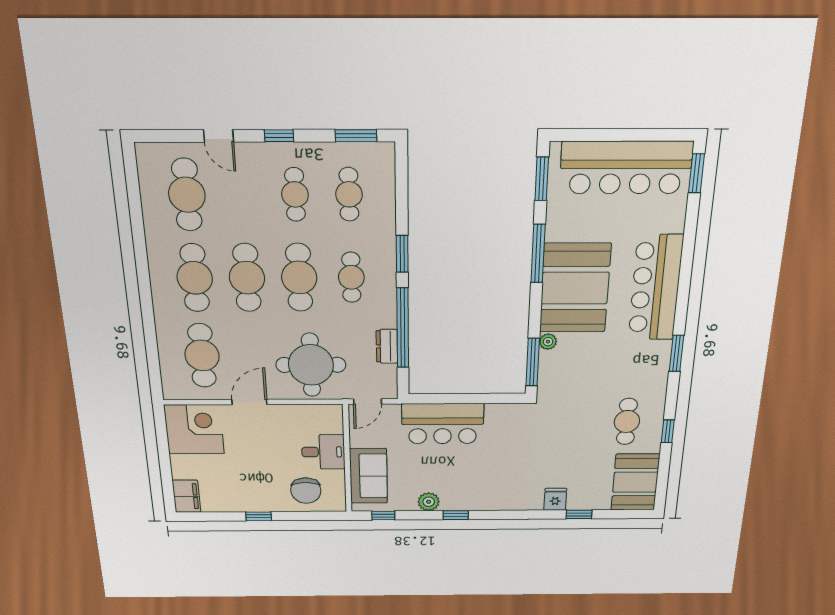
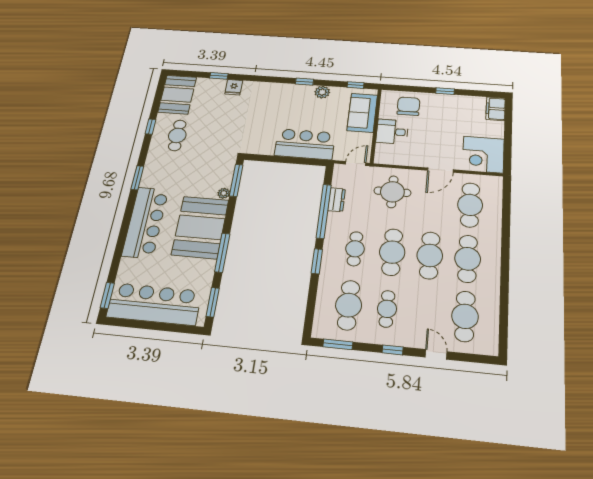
cafe table: (349, 194) -> (349, 305), width x1.37, depth x1.35
round table: (311, 365) -> (392, 192), width x0.73, depth x0.73

